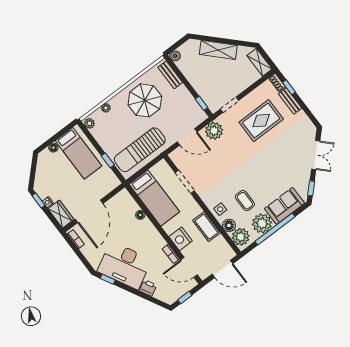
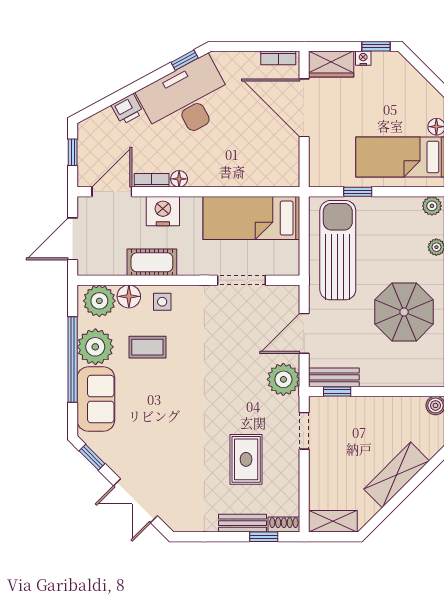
bench: (170, 75) -> (334, 377), moved
rug: (261, 121) -> (246, 459), width x0.73, depth x0.70
floor lamp: (140, 215) -> (179, 179), moved

